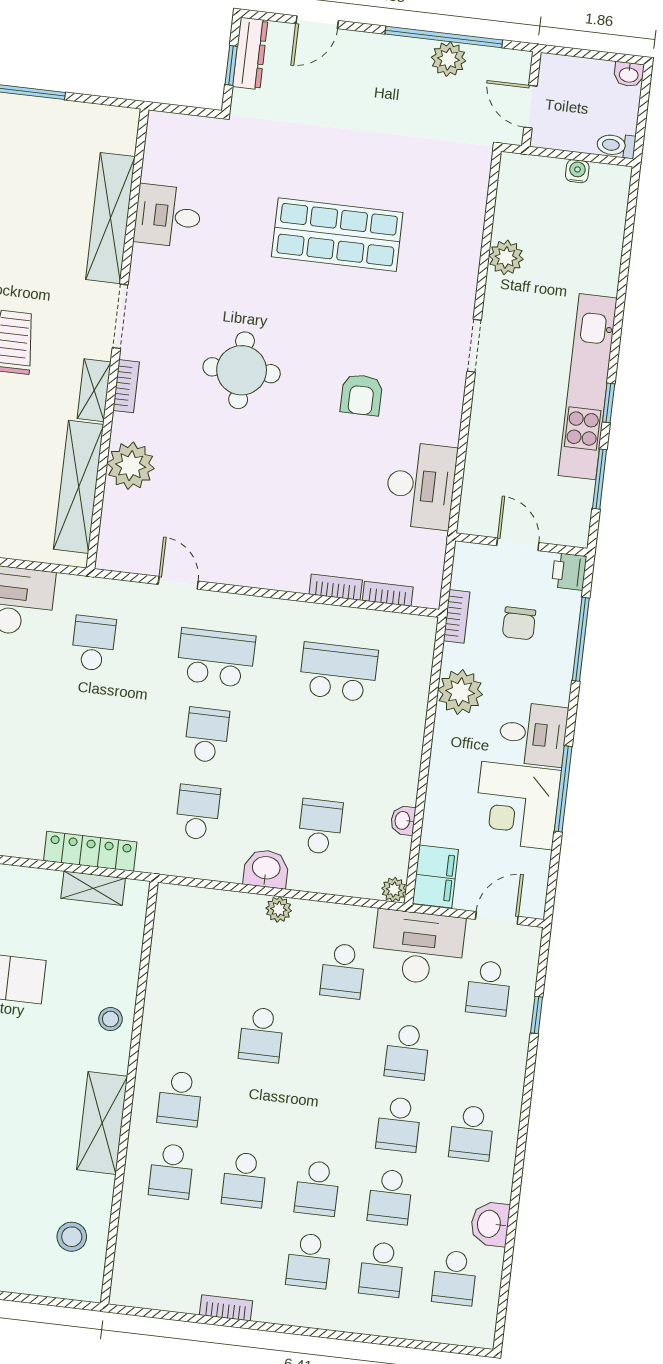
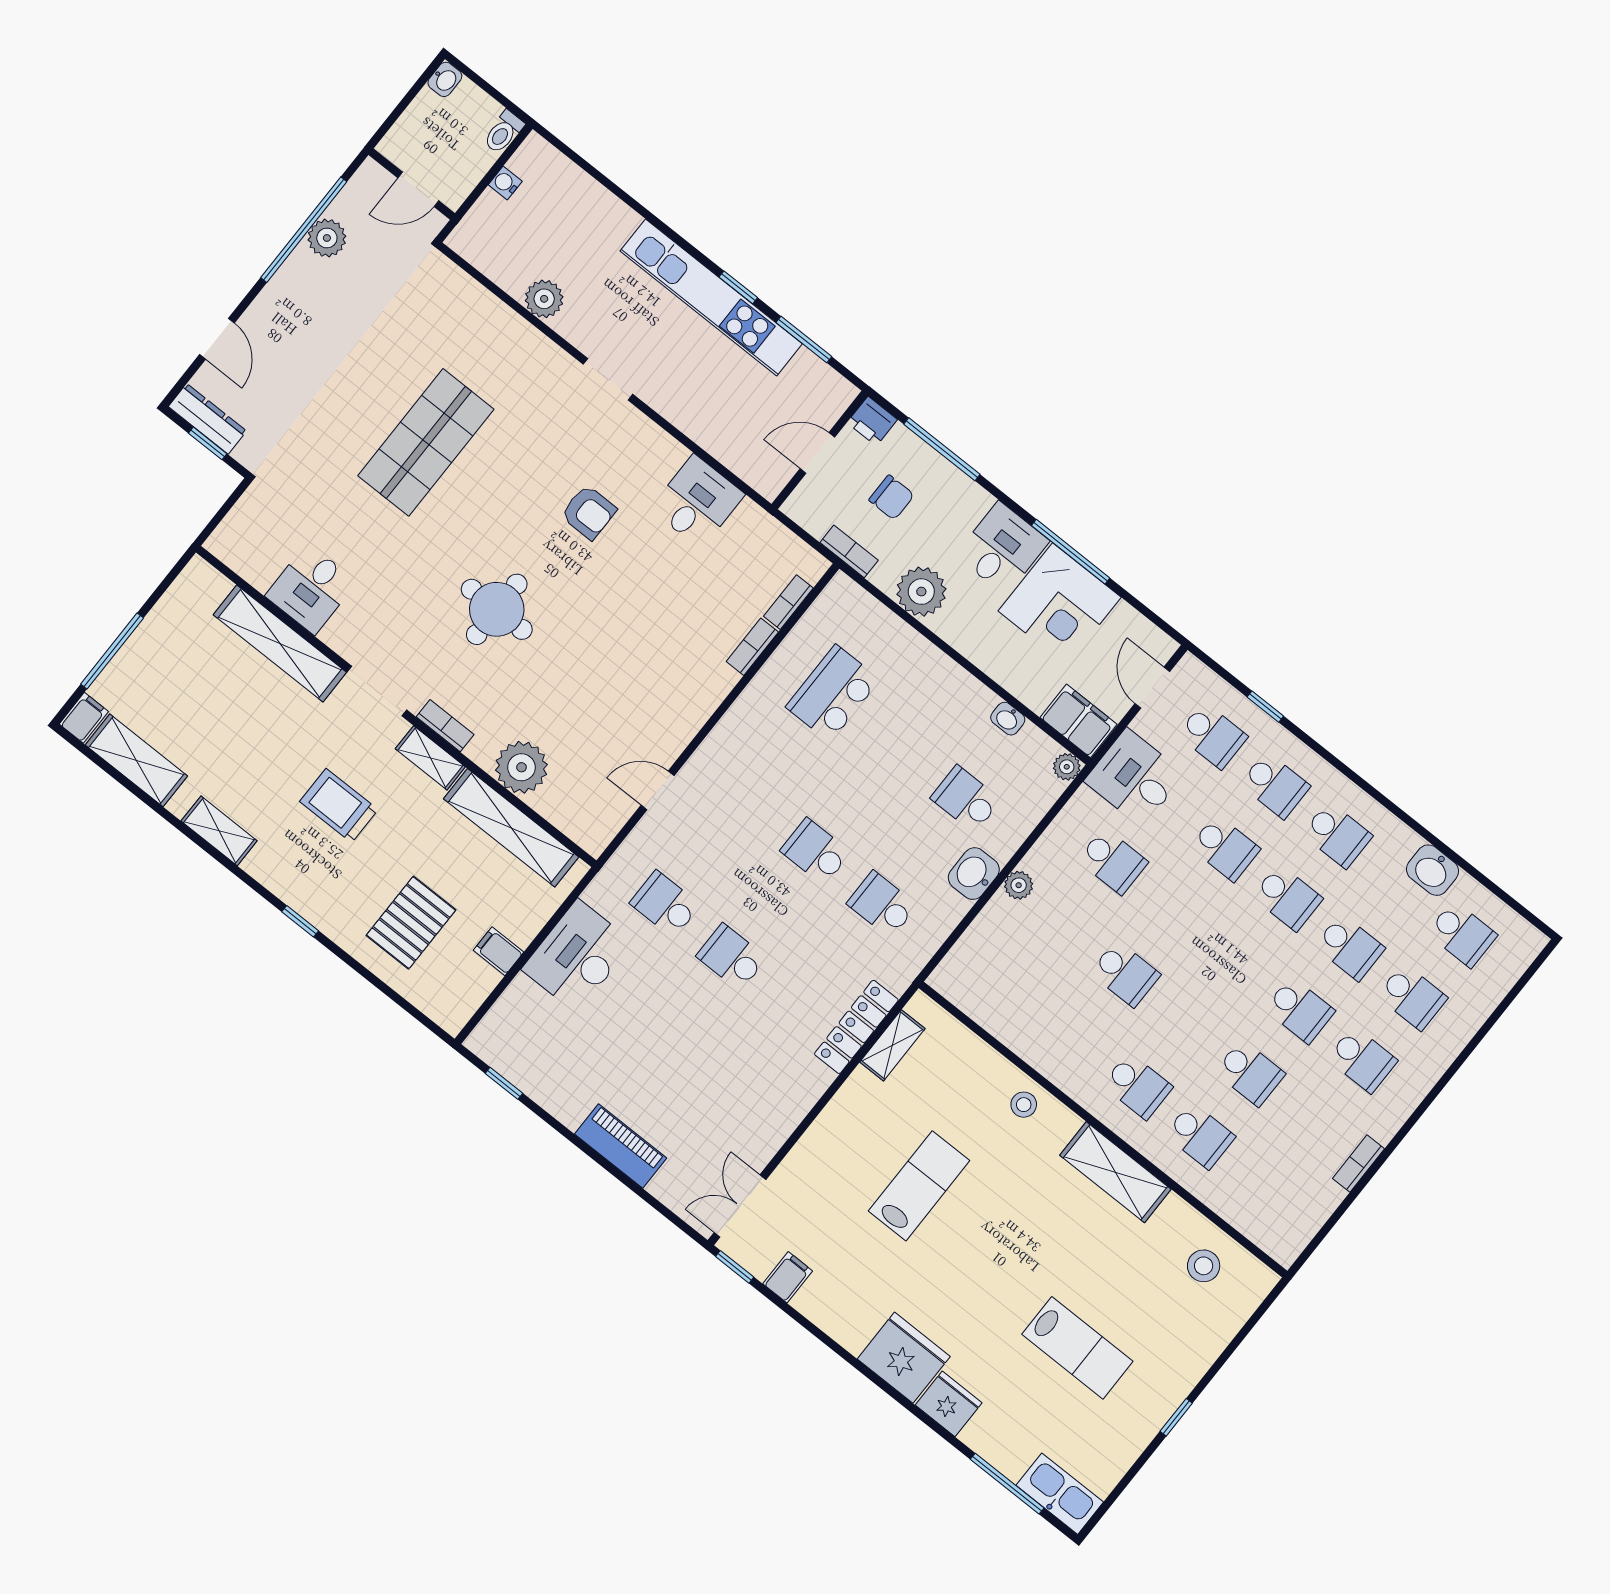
desk: (421, 486) -> (697, 502), width x0.73
school desk: (216, 658) -> (732, 957), moved, width x0.54
desk: (418, 948) -> (1135, 778), width x0.73
school desk: (480, 1060) -> (1275, 785), added

